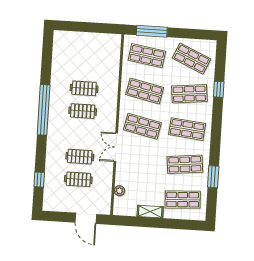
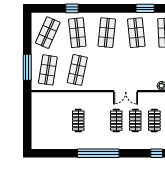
clothes rail: (83, 111) -> (116, 121), moved
shop shelf: (142, 126) -> (107, 70), removed

